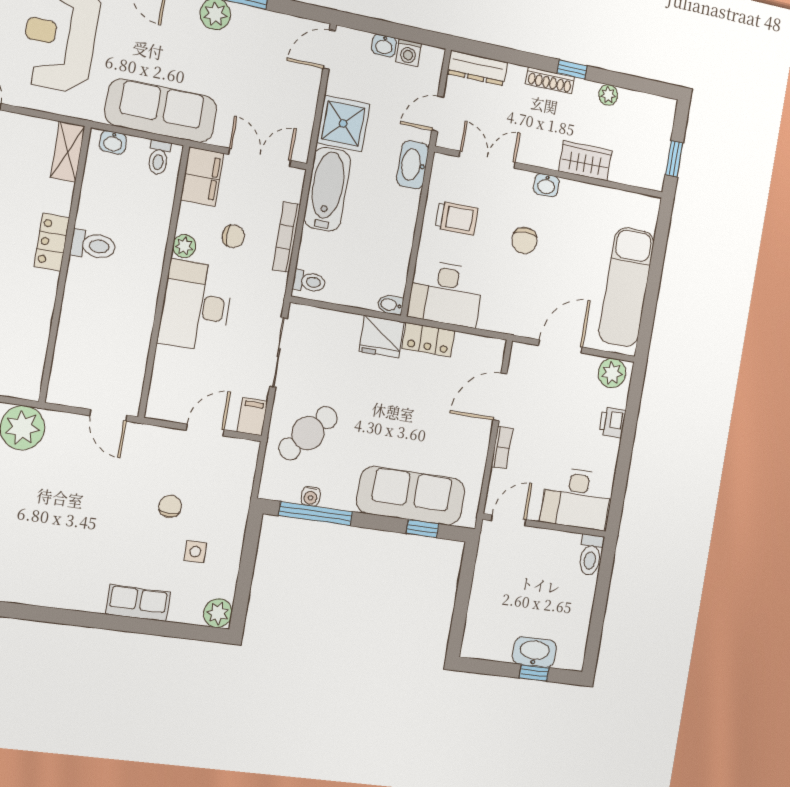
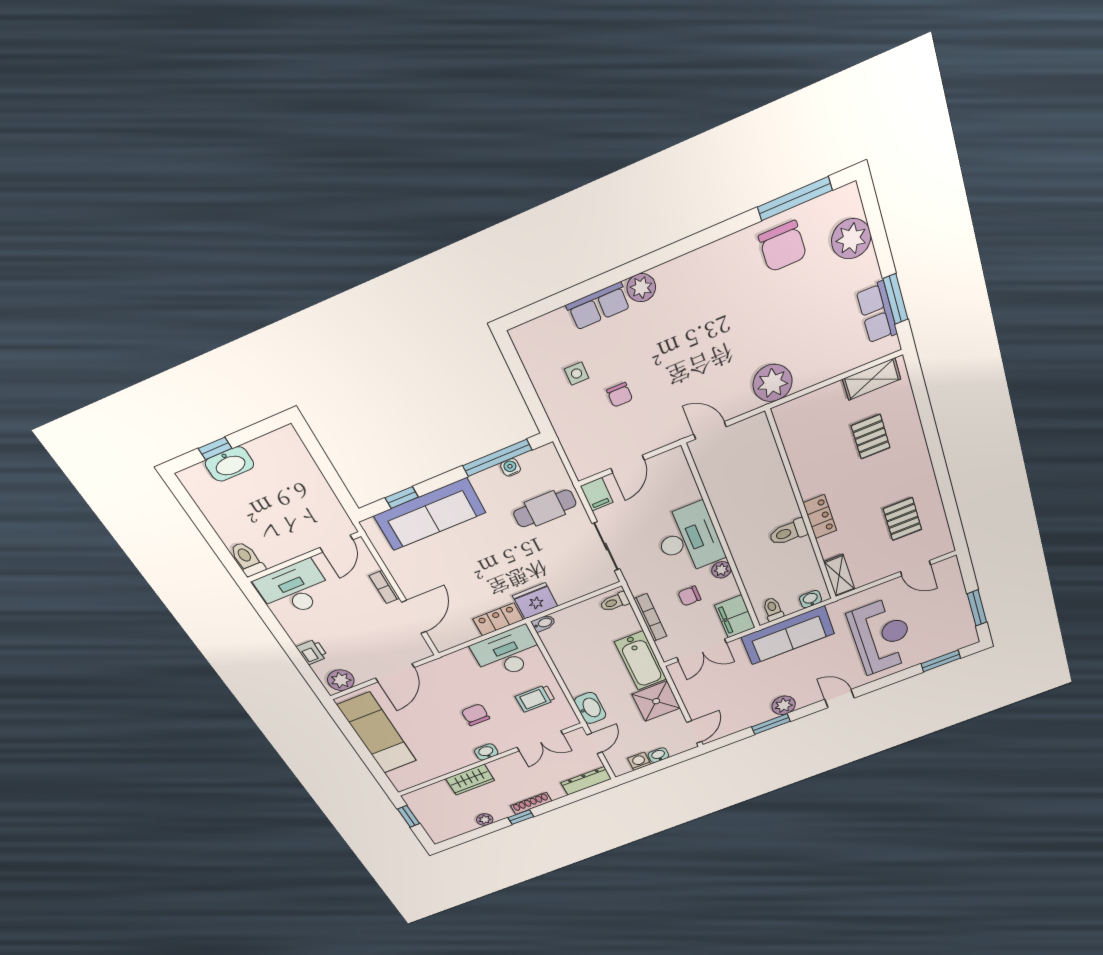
cafe table: (308, 433) -> (545, 508), turned 48
plant: (218, 613) -> (641, 288), moved

